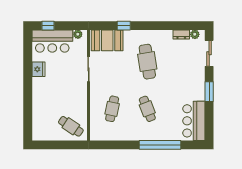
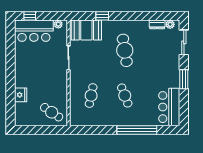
fridge: (38, 69) -> (21, 95), moved

